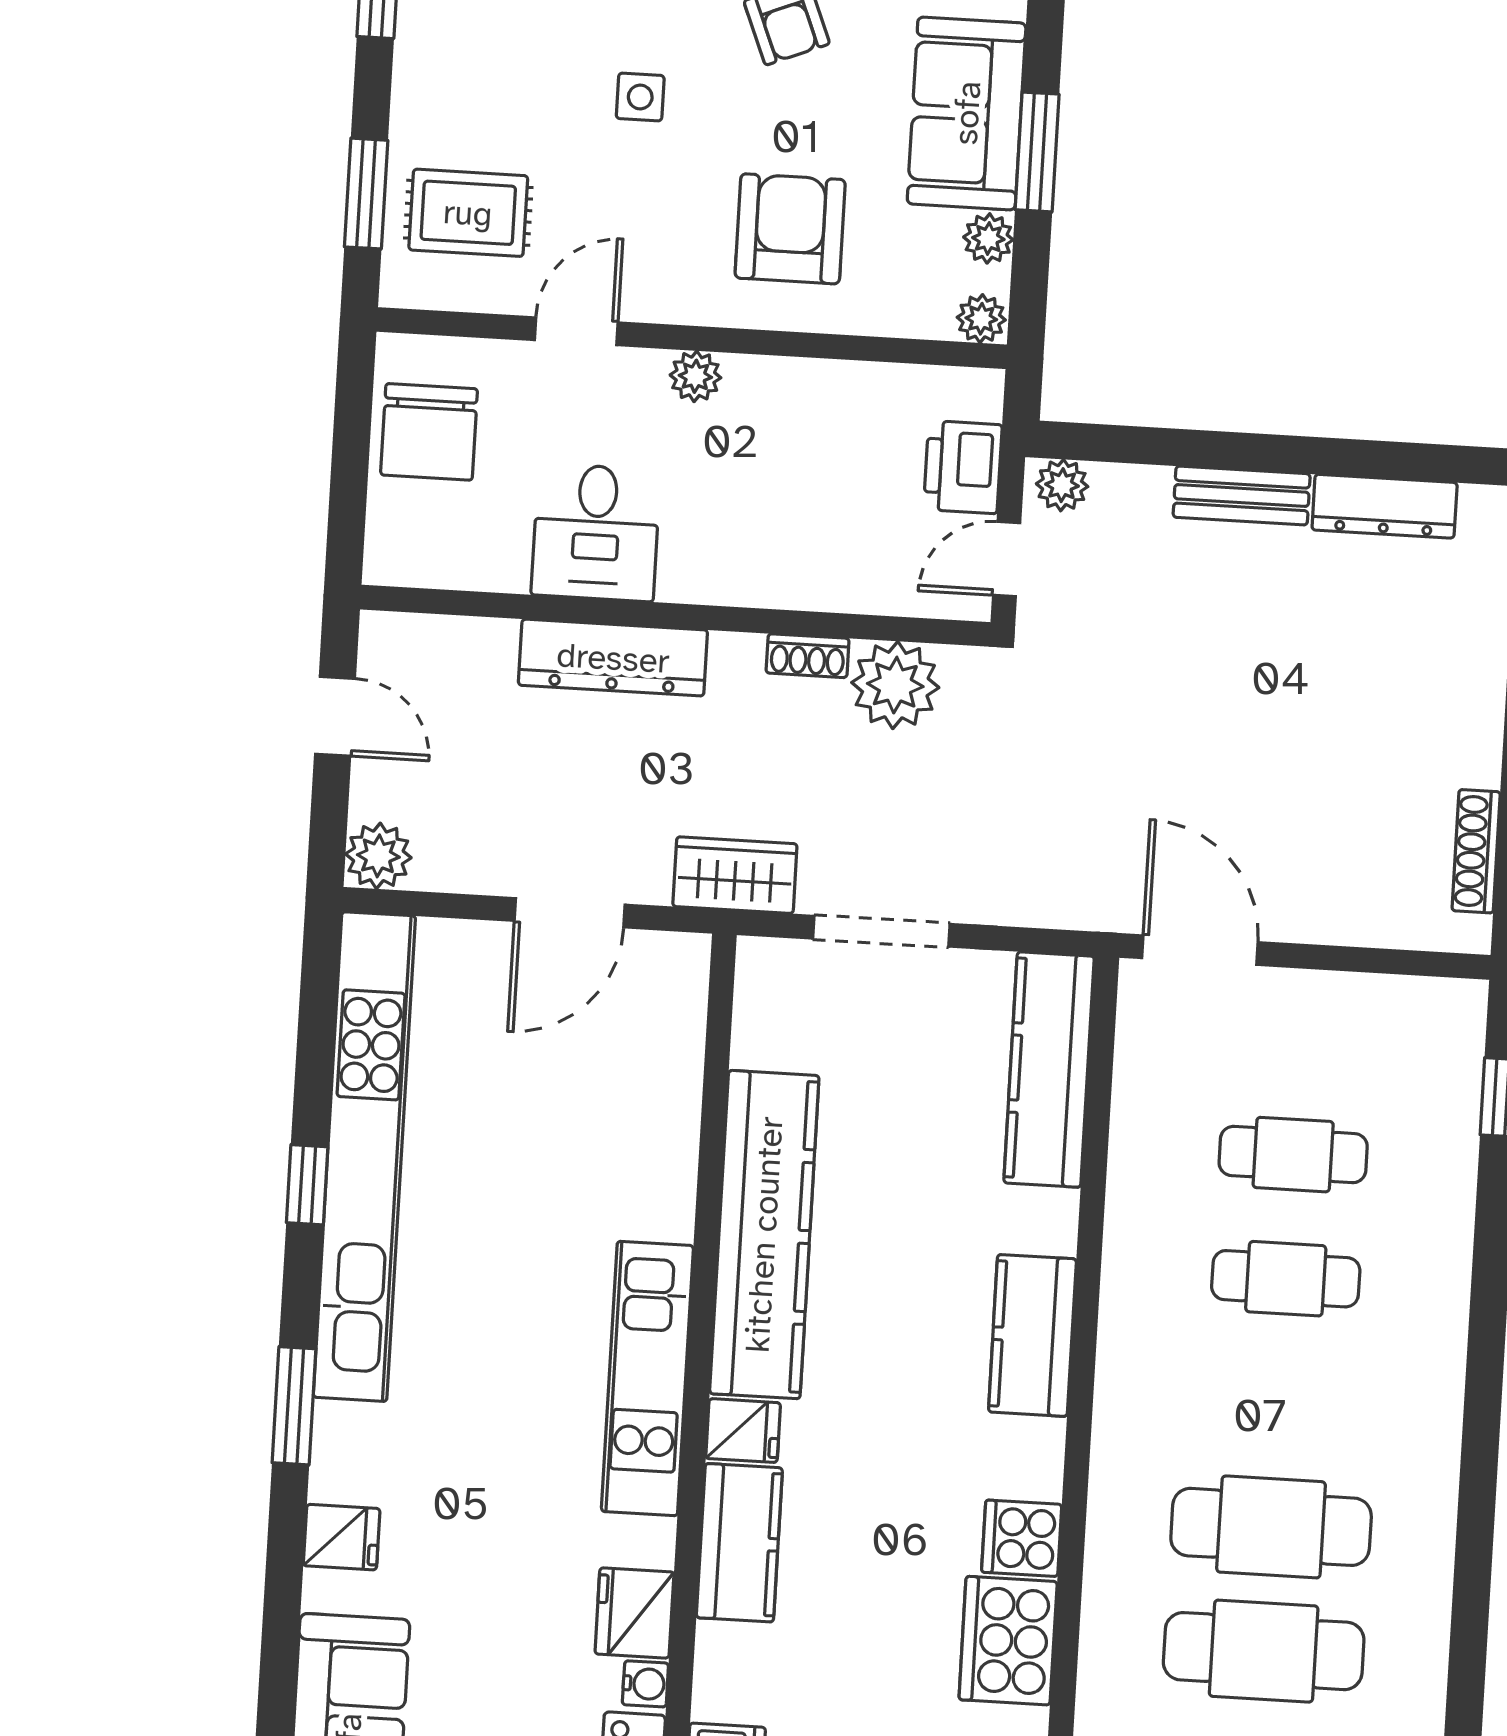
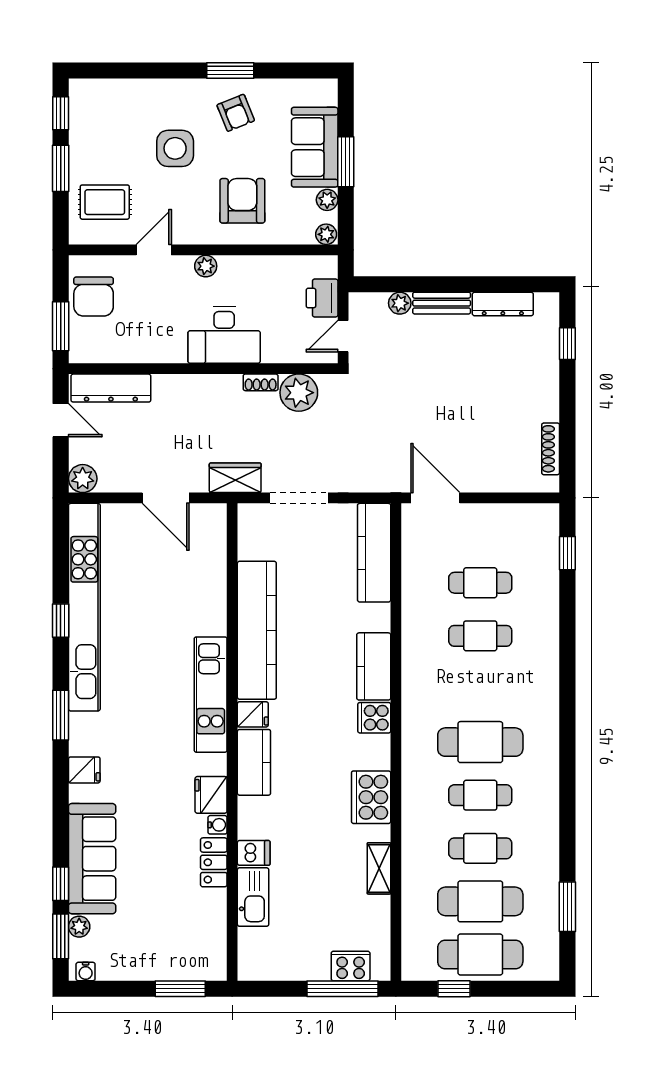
side table: (640, 97) -> (175, 148), width x1.87, depth x1.87
window: (366, 194) -> (61, 168), moved
plant: (1062, 485) -> (400, 303), moved
window: (348, 497) -> (61, 326), added
desk: (596, 532) -> (224, 335), moved, width x1.37
dresser: (613, 658) -> (111, 388), moved
door: (570, 913) -> (166, 498), hinge flipped
cooker: (1022, 1538) -> (374, 718), moved
cafe table: (1264, 1651) -> (480, 795), width x0.73, depth x0.74

